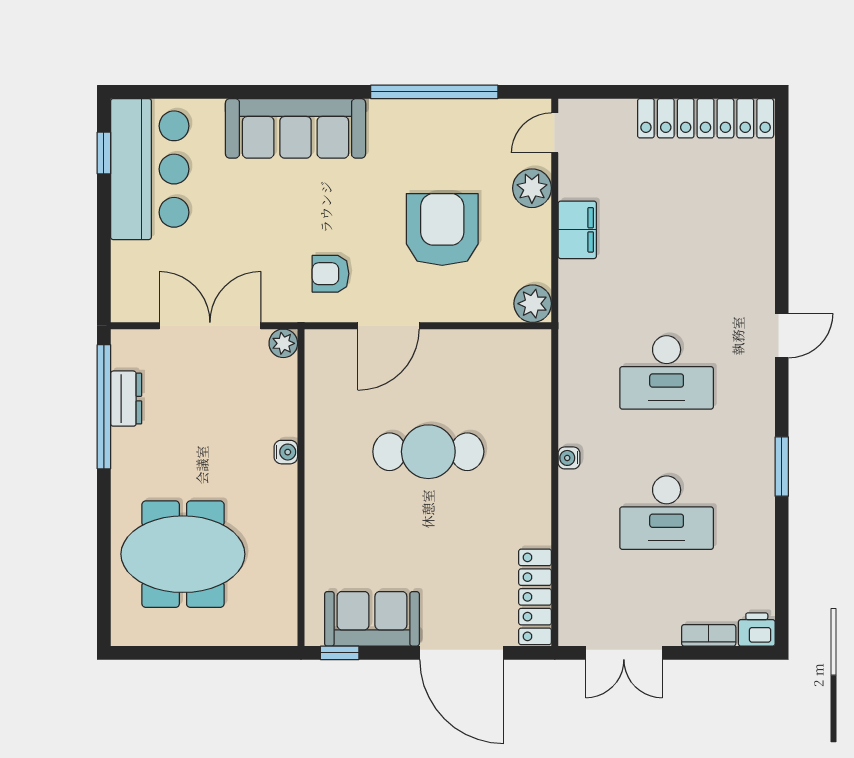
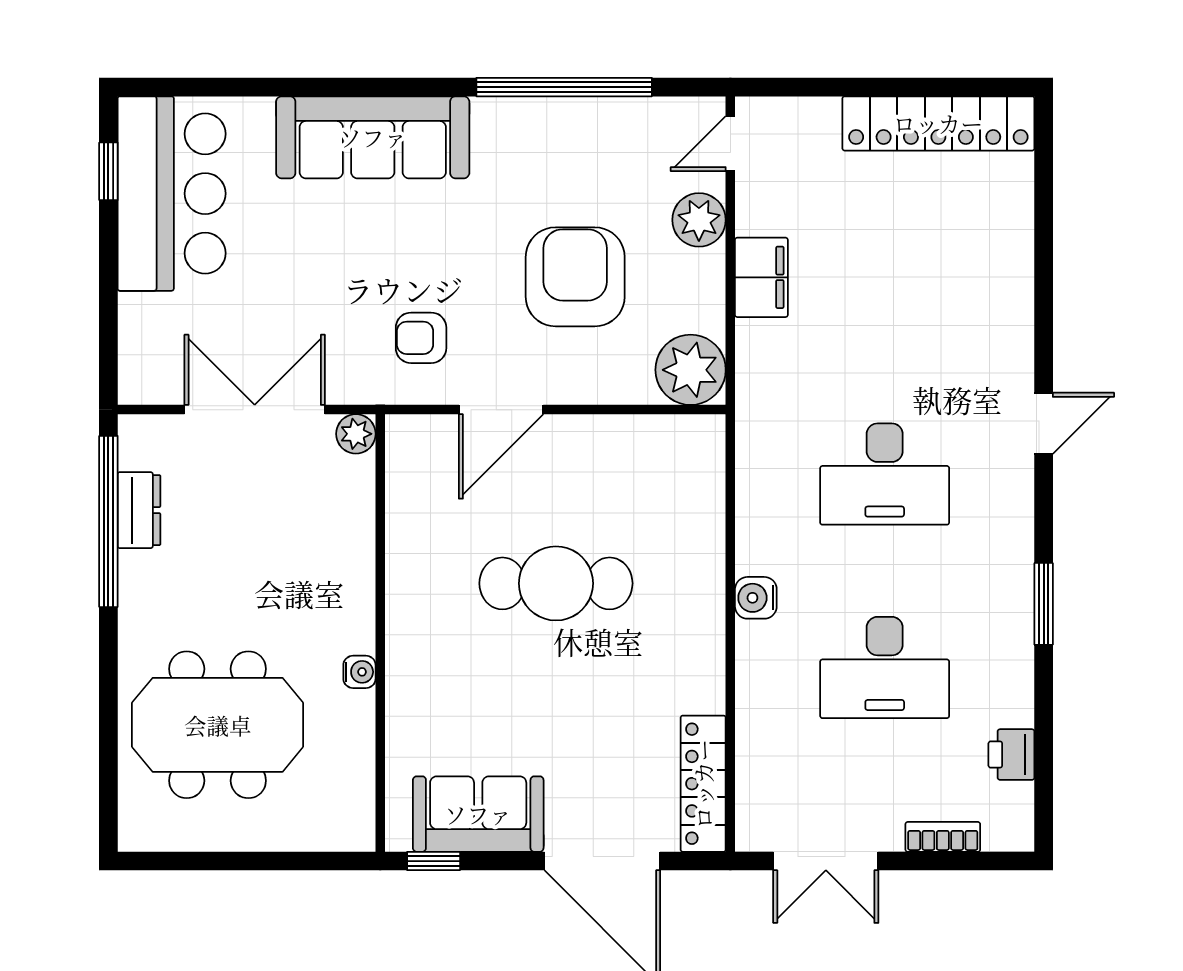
plant: (533, 304) -> (691, 370), width x1.36, depth x1.36
water cooler: (286, 452) -> (359, 672), moved
water cooler: (569, 458) -> (756, 598), width x1.38, depth x1.38
printer: (757, 630) -> (1011, 755), moved, turned -90

